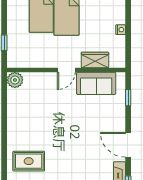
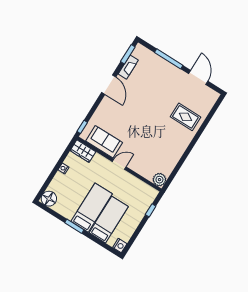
wardrobe: (95, 60) -> (83, 151), moved
window: (128, 98) -> (82, 127), moved

